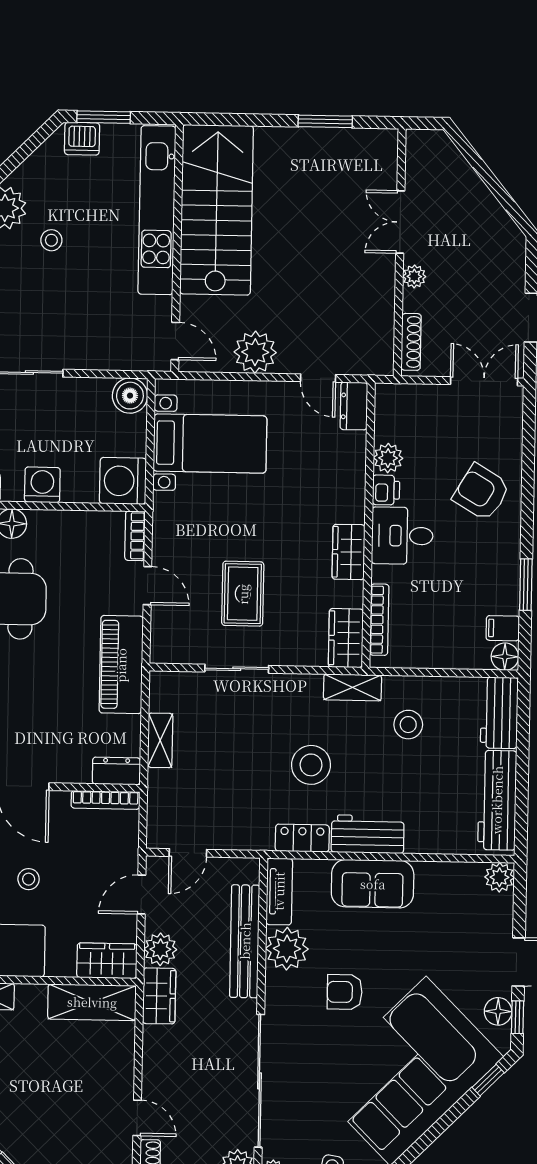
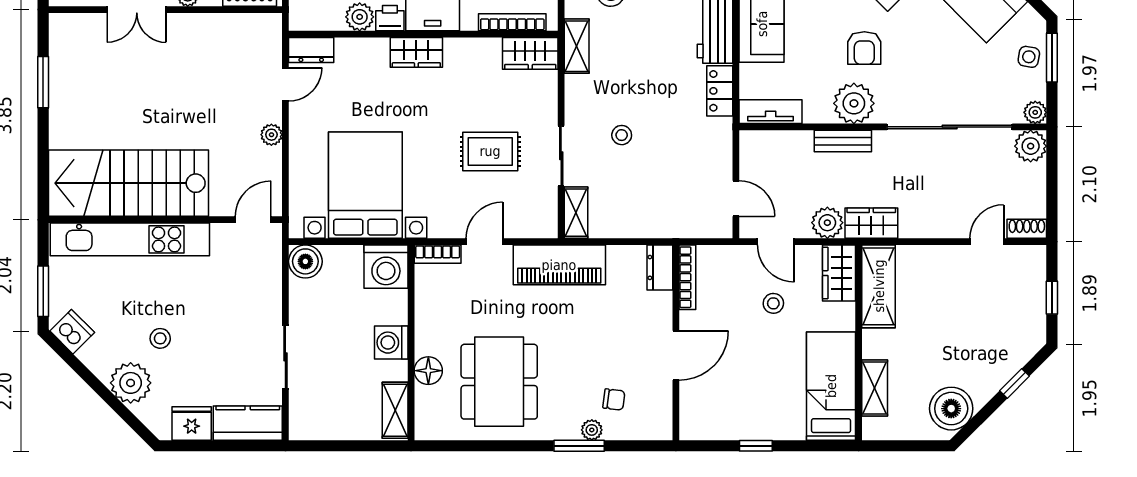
dishwasher: (82, 139) -> (72, 332), moved, turned -45
plant: (255, 352) -> (271, 135), width x0.53, depth x0.53
bed with nightstands: (210, 444) -> (365, 185), width x1.36
wardrobe: (348, 552) -> (416, 52), moved
shelving: (160, 740) -> (576, 213), moved, turned 90
stool: (311, 765) -> (622, 135), moved, width x0.53, depth x0.53
stool: (29, 879) -> (773, 303), moved
bench: (245, 941) -> (843, 141), width x0.54, depth x0.82
plant: (287, 949) -> (854, 103), moved

